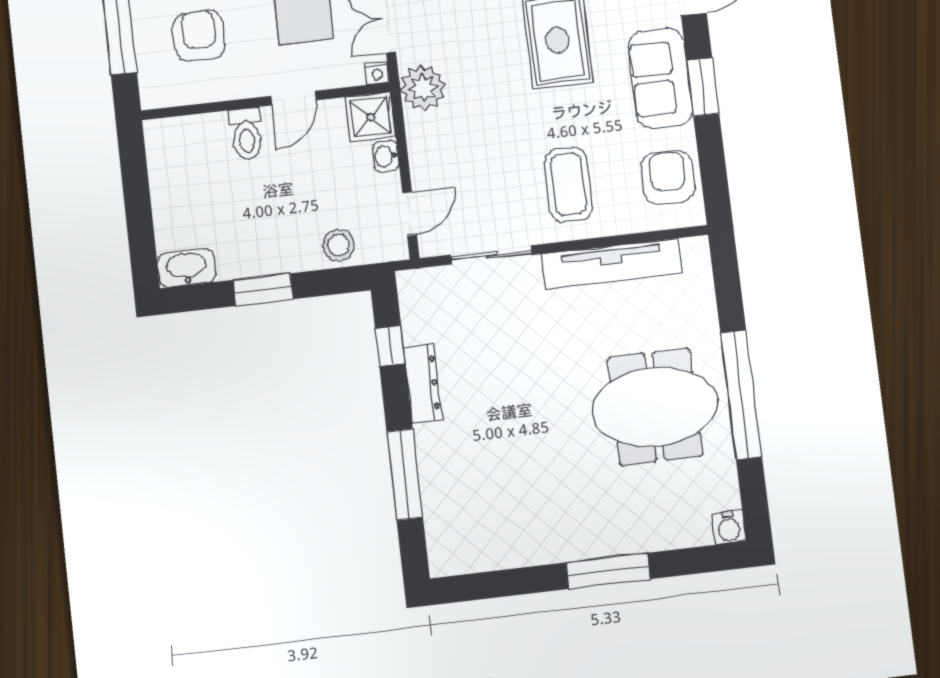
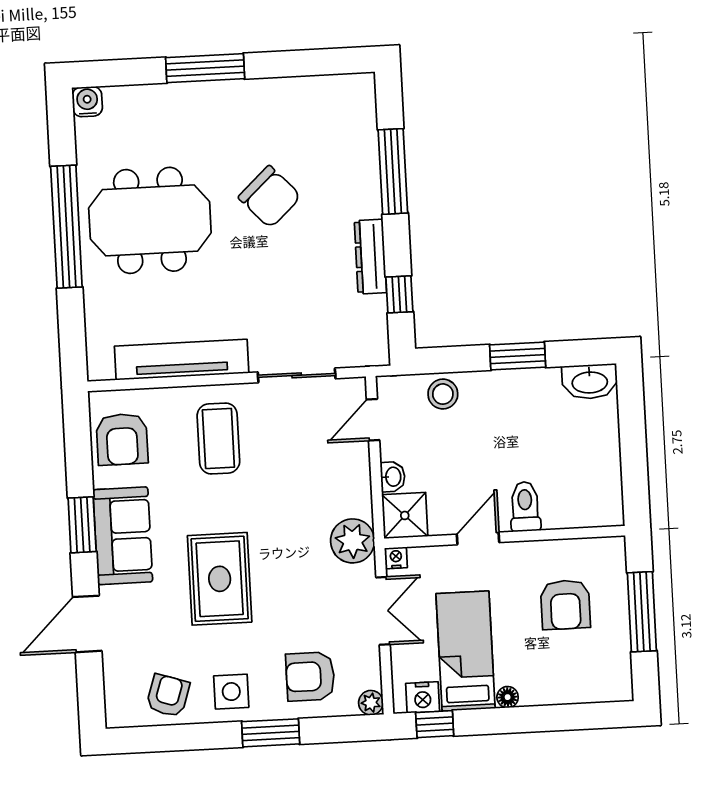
chair: (532, 440) -> (270, 197), added

